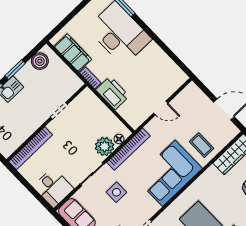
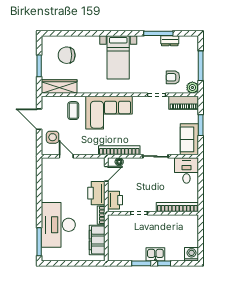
boiler: (40, 61) -> (122, 254), removed
printer: (91, 102) -> (115, 200), added
door: (161, 108) -> (66, 156), moved
door: (120, 118) -> (106, 174), added
plant: (104, 146) -> (132, 166), removed
side table: (116, 192) -> (53, 137), moved

